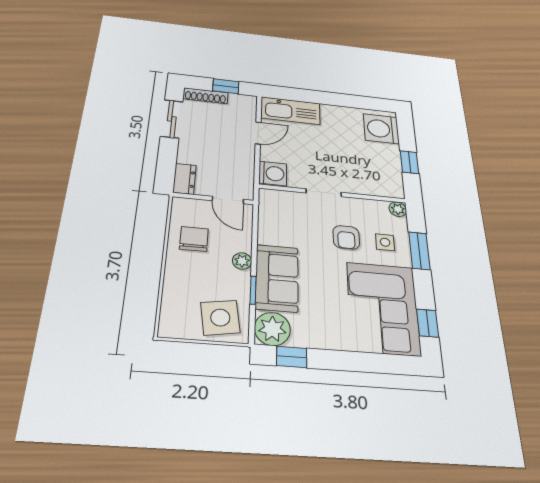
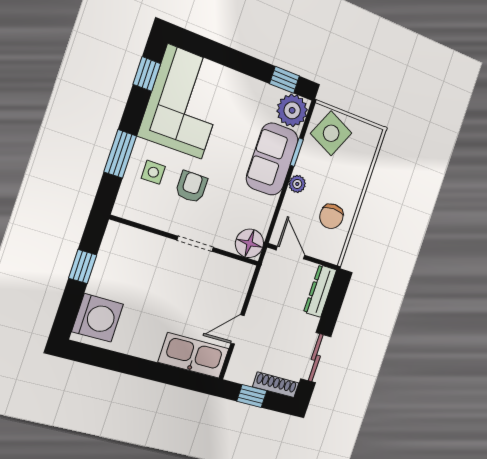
washing machine: (273, 173) -> (239, 276), removed
dresser: (184, 179) -> (320, 291), width x1.44
floor lamp: (273, 201) -> (249, 243), added
plant: (398, 209) -> (123, 208), removed
side table: (220, 318) -> (331, 133), turned 34

